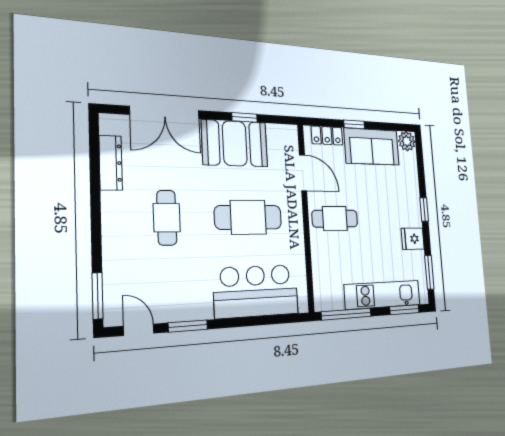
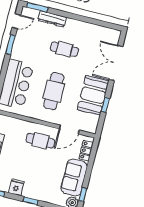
window: (354, 124) -> (83, 195), moved
dresser: (111, 163) -> (52, 19), moved
cafe table: (335, 219) -> (40, 141), turned 90

